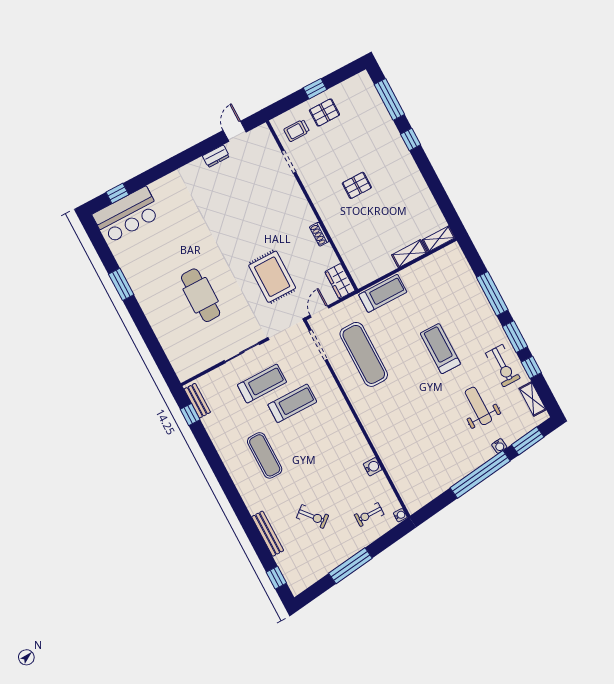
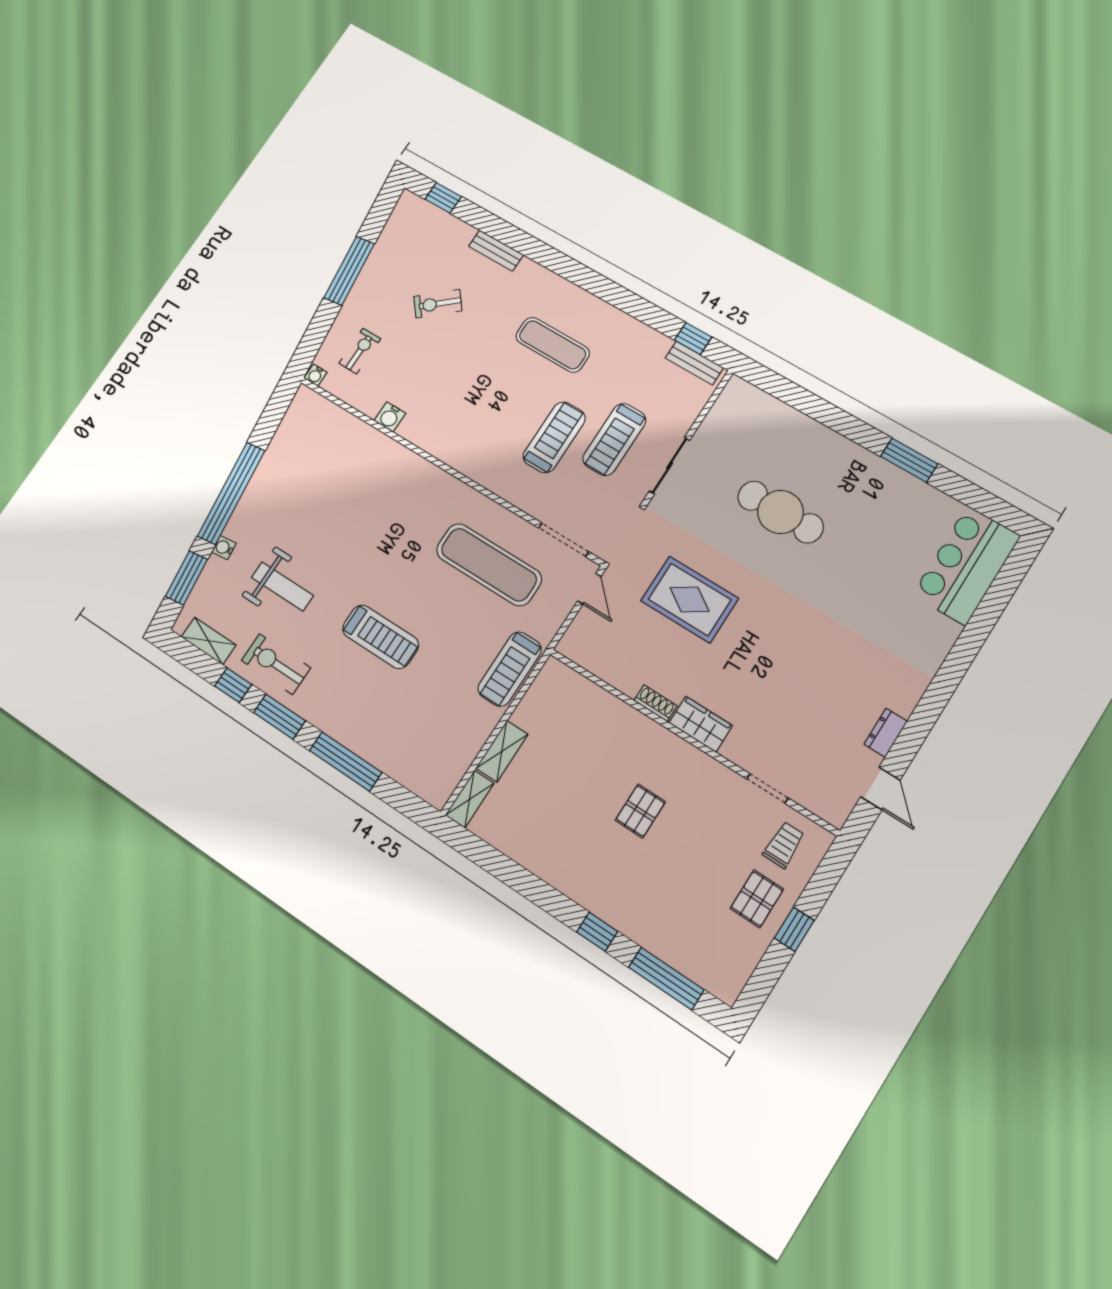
window: (117, 193) -> (1002, 589), removed
wardrobe: (340, 281) -> (701, 724), moved
treadmill: (292, 403) -> (554, 437), turned 180
bench: (268, 534) -> (496, 251), width x0.73

